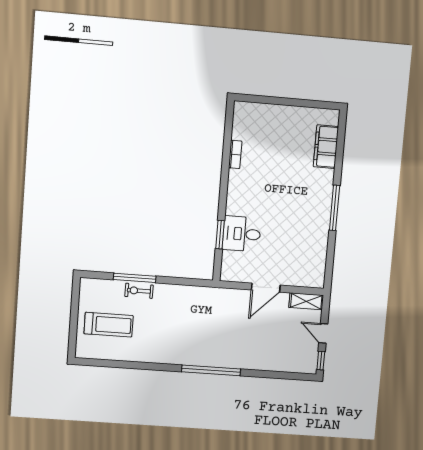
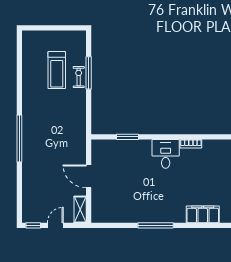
desk: (242, 234) -> (166, 154), moved
treadmill: (109, 325) -> (57, 70), moved

